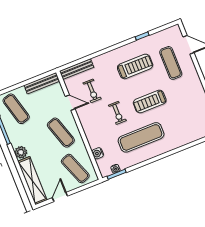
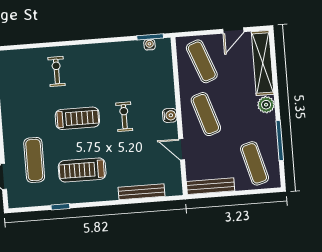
bench: (77, 69) -> (142, 192), moved
exercise bike: (92, 91) -> (57, 71), moved
exercise mat: (141, 137) -> (103, 75), removed
water cooler: (98, 153) -> (170, 115), moved

